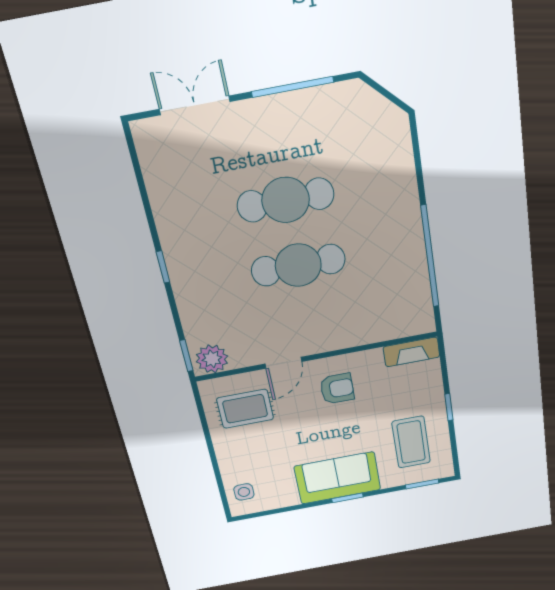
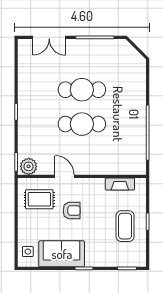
double door: (195, 105) -> (49, 37), swing flipped
fireplace: (411, 352) -> (120, 184), moved
door: (283, 363) -> (64, 176), swing flipped
armchair: (337, 389) -> (72, 211), moved
coffee table: (411, 442) -> (125, 226), moved
sofa: (337, 478) -> (62, 254), moved

